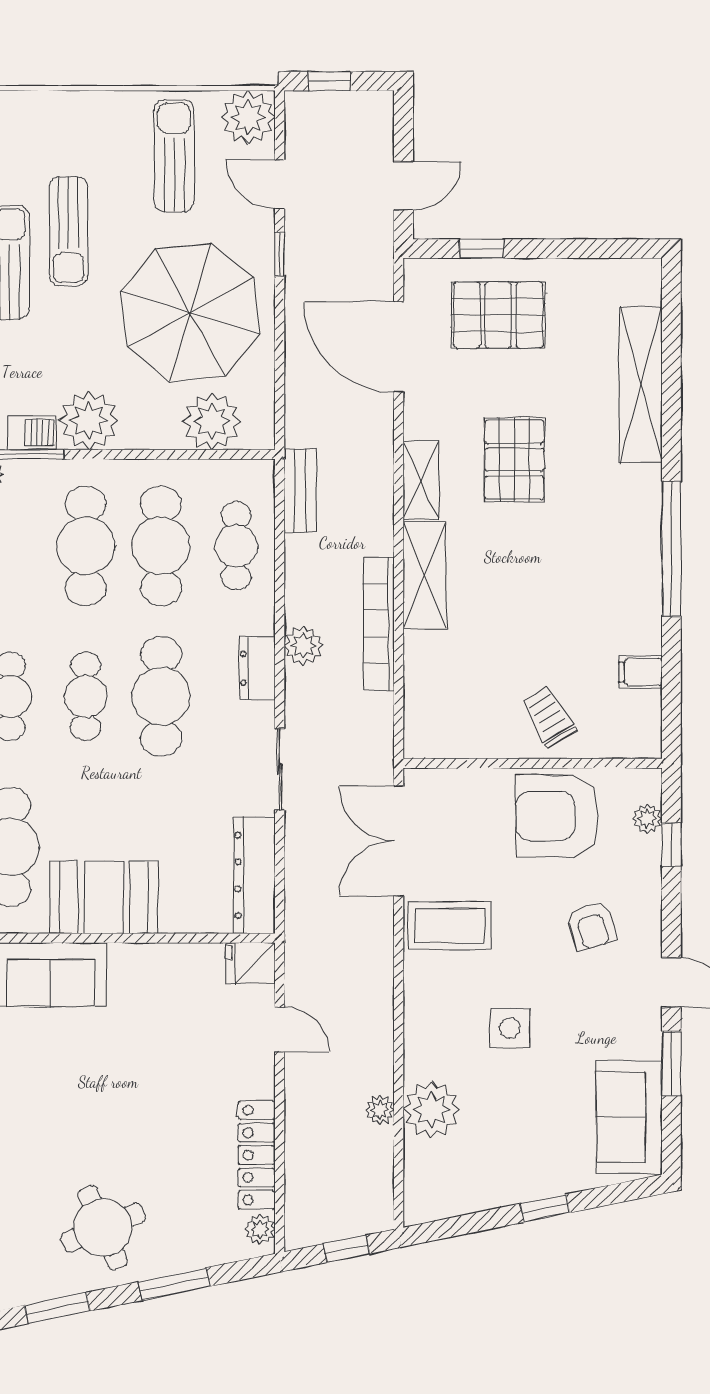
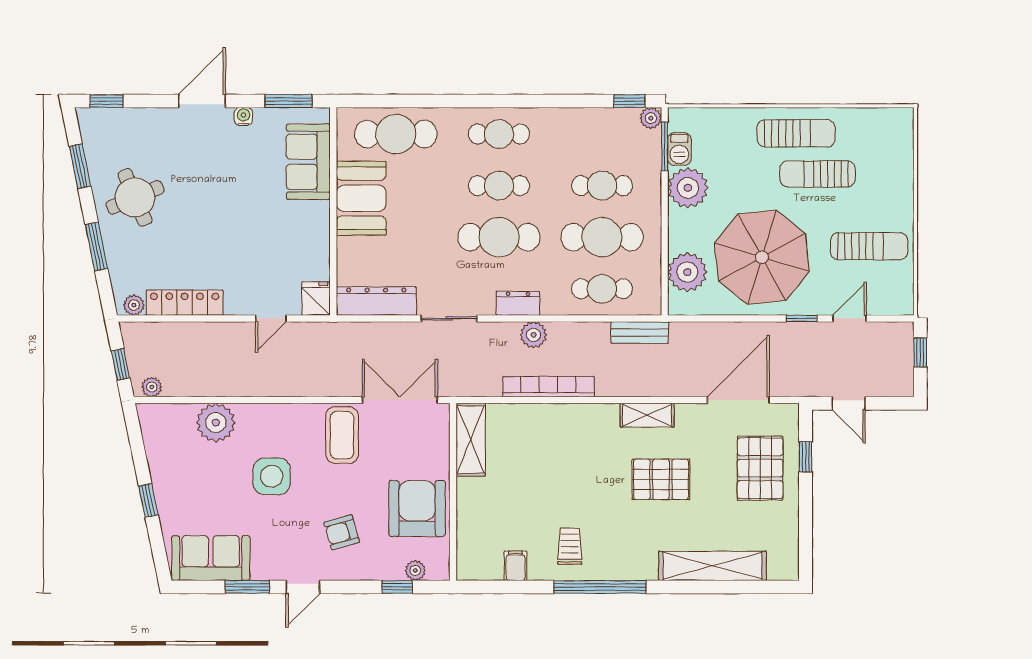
plant: (248, 117) -> (895, 297), removed
cafe table: (86, 546) -> (602, 186), width x0.73, depth x0.74
shelving: (424, 575) -> (471, 440), moved, turned 90
trolley: (549, 716) -> (570, 546), moved, turned -59
side table: (510, 1028) -> (272, 476), width x1.37, depth x1.37
plant: (380, 1110) -> (152, 387), moved

